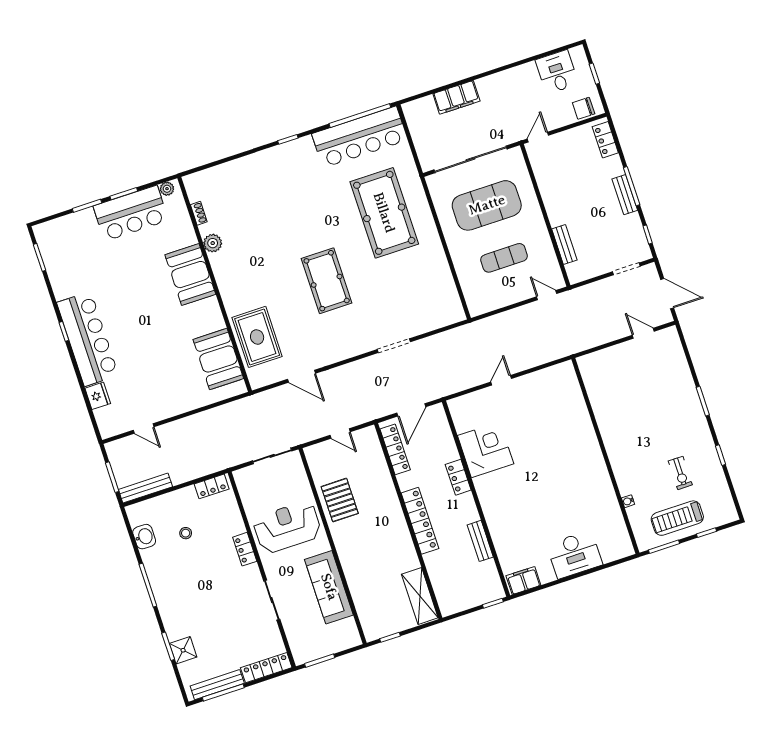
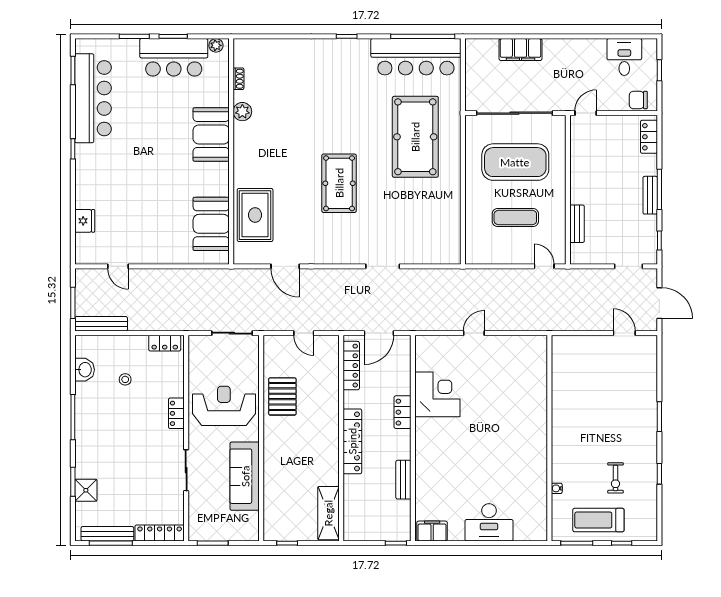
bar counter: (88, 339) -> (93, 98), moved

